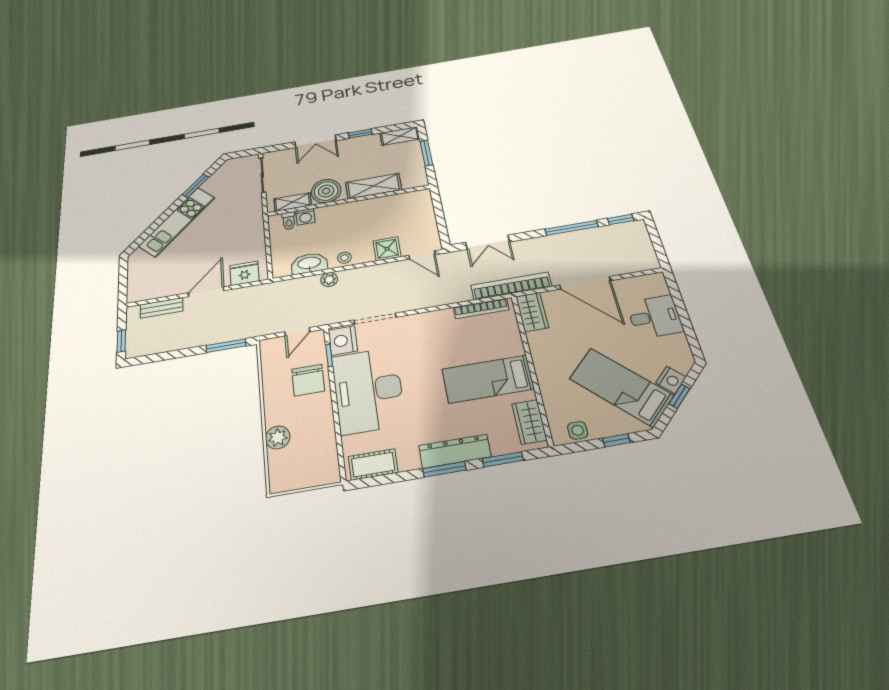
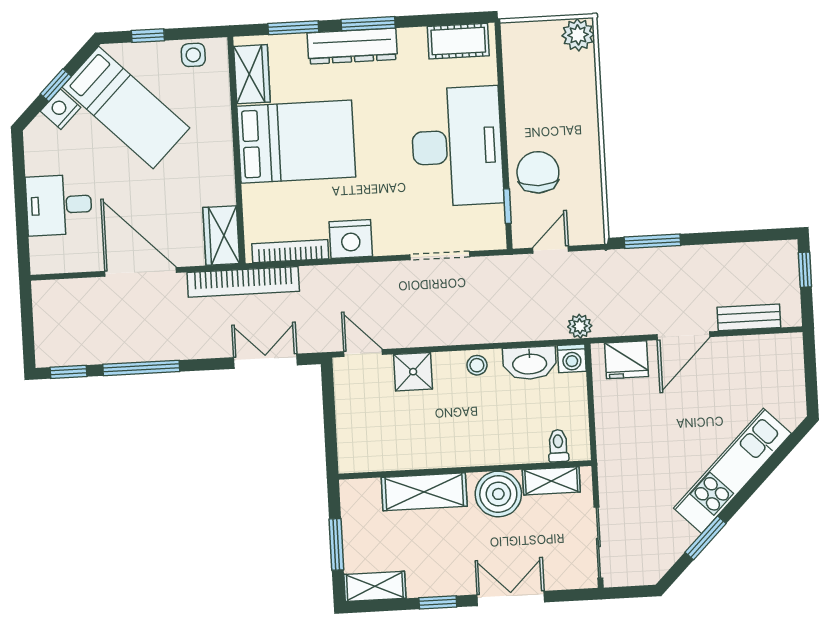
washing machine: (305, 217) -> (572, 358), moved, turned 180
plant: (329, 280) -> (580, 326), moved
nightstand: (343, 341) -> (351, 239), moved, turned 90
bed: (488, 379) -> (296, 142), width x1.50
plant: (278, 437) -> (578, 35), moved

